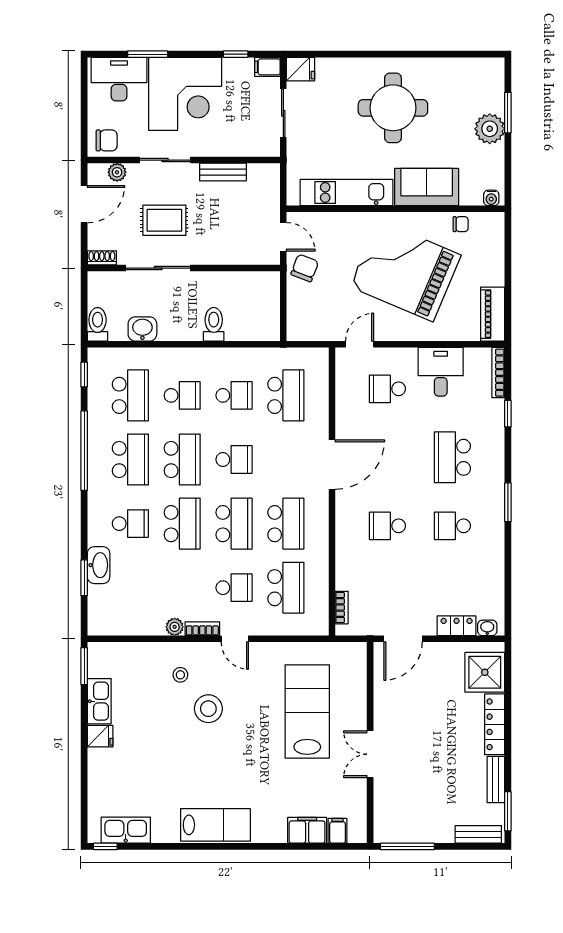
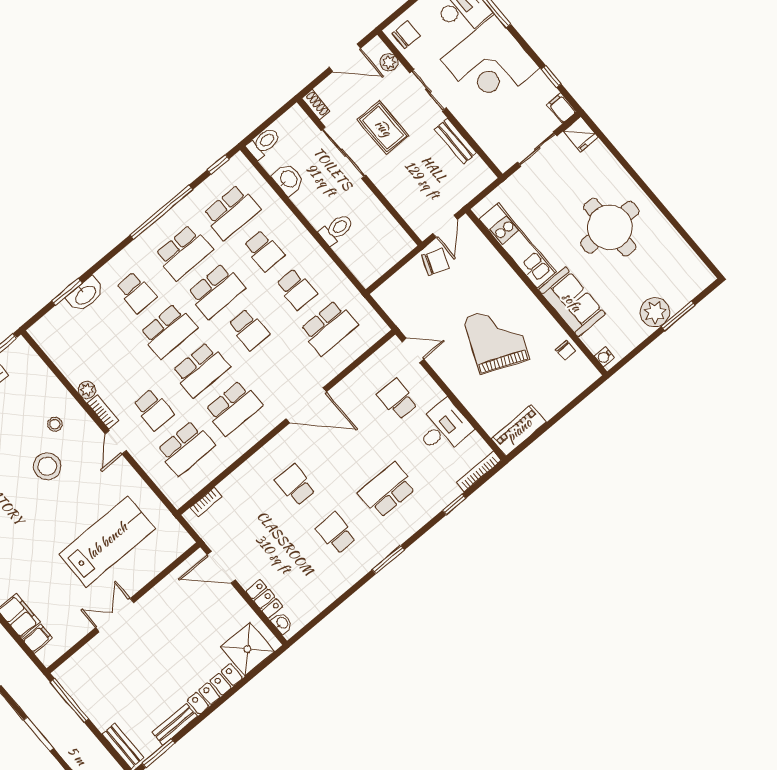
chair: (107, 140) -> (406, 35), turned -90
grand piano: (405, 271) -> (496, 339), width x0.73, depth x0.68

